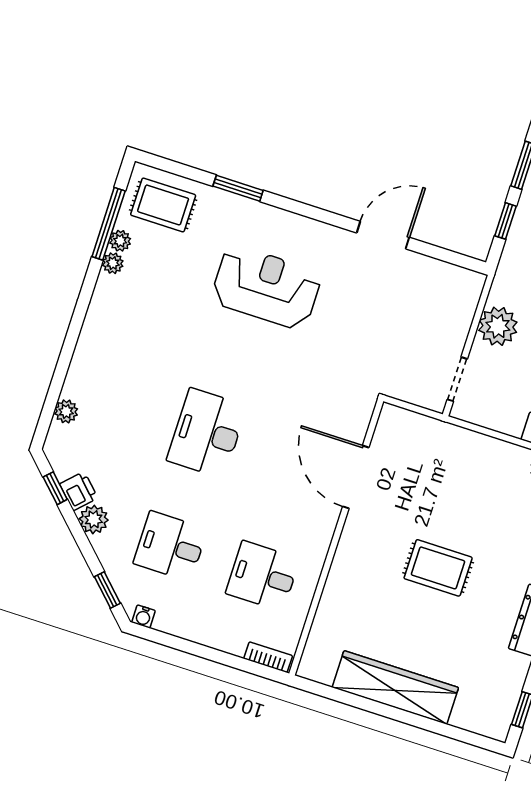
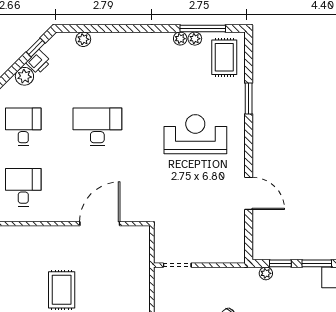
reception desk: (266, 287) -> (195, 134), turned -90
plant: (498, 326) -> (266, 273), moved, width x0.53, depth x0.53

